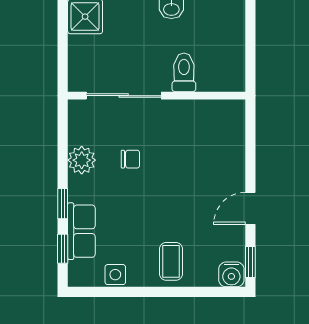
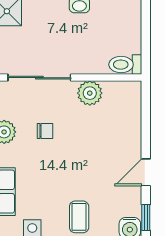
toilet: (184, 72) -> (125, 65), moved, turned -90
plant: (184, 114) -> (90, 93), added

